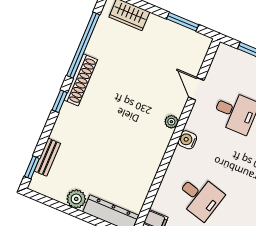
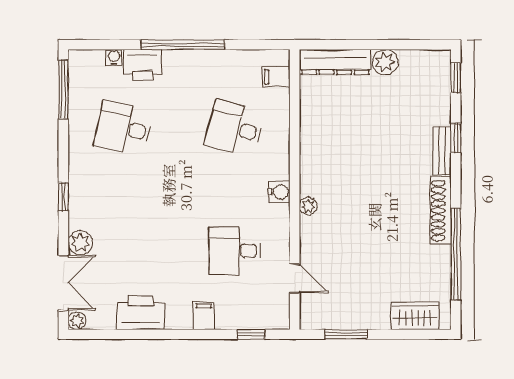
door: (196, 89) -> (295, 278), moved
window: (60, 101) -> (456, 138), moved
bench: (47, 157) -> (442, 151), moved

